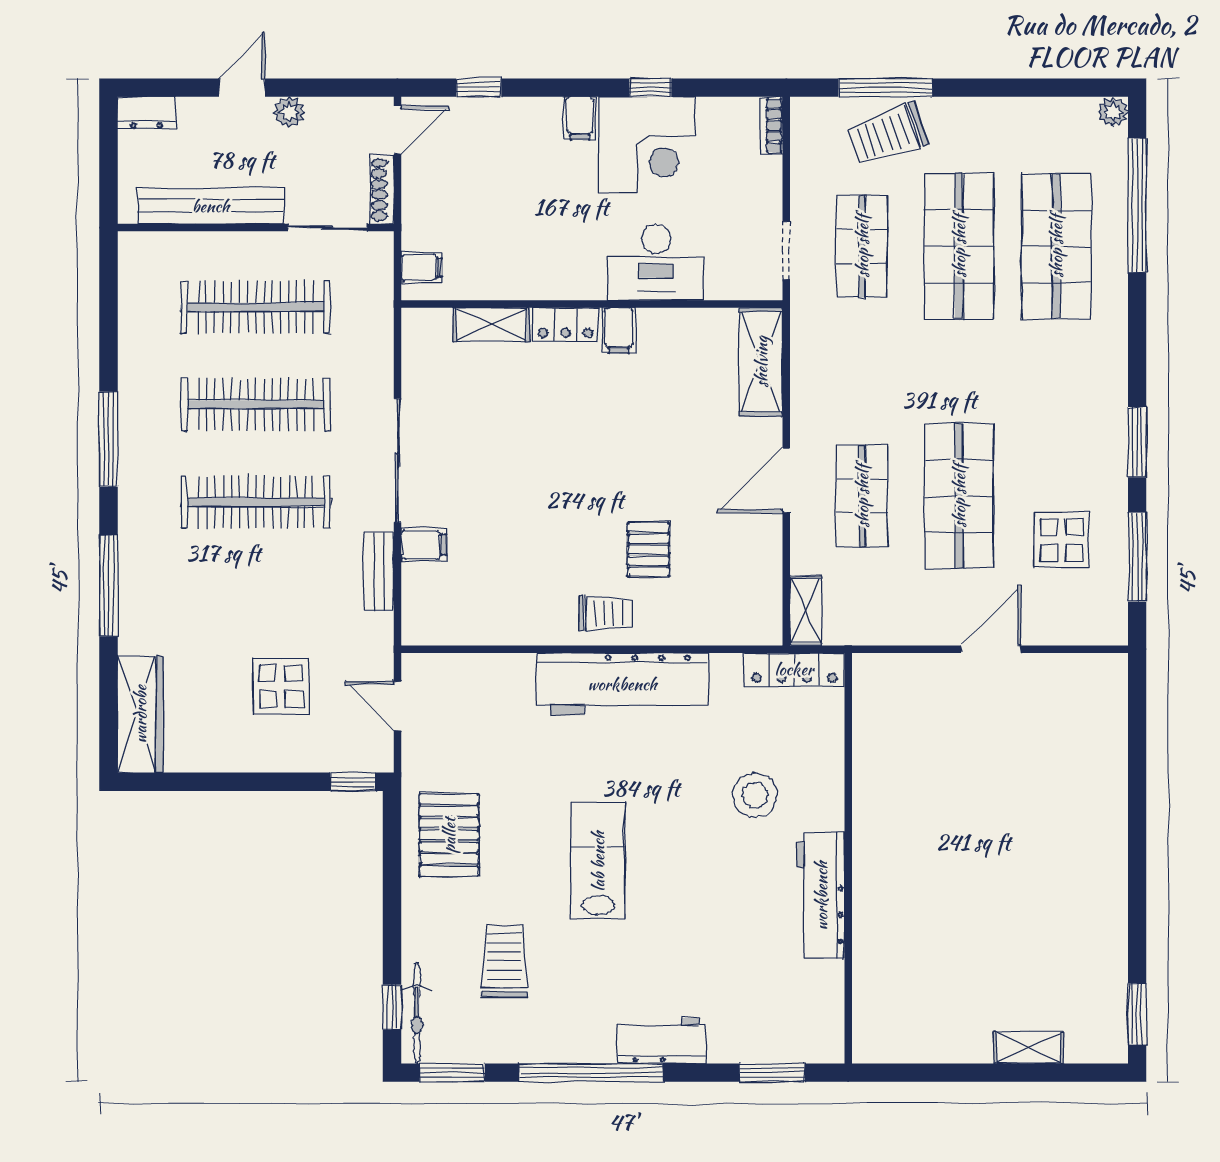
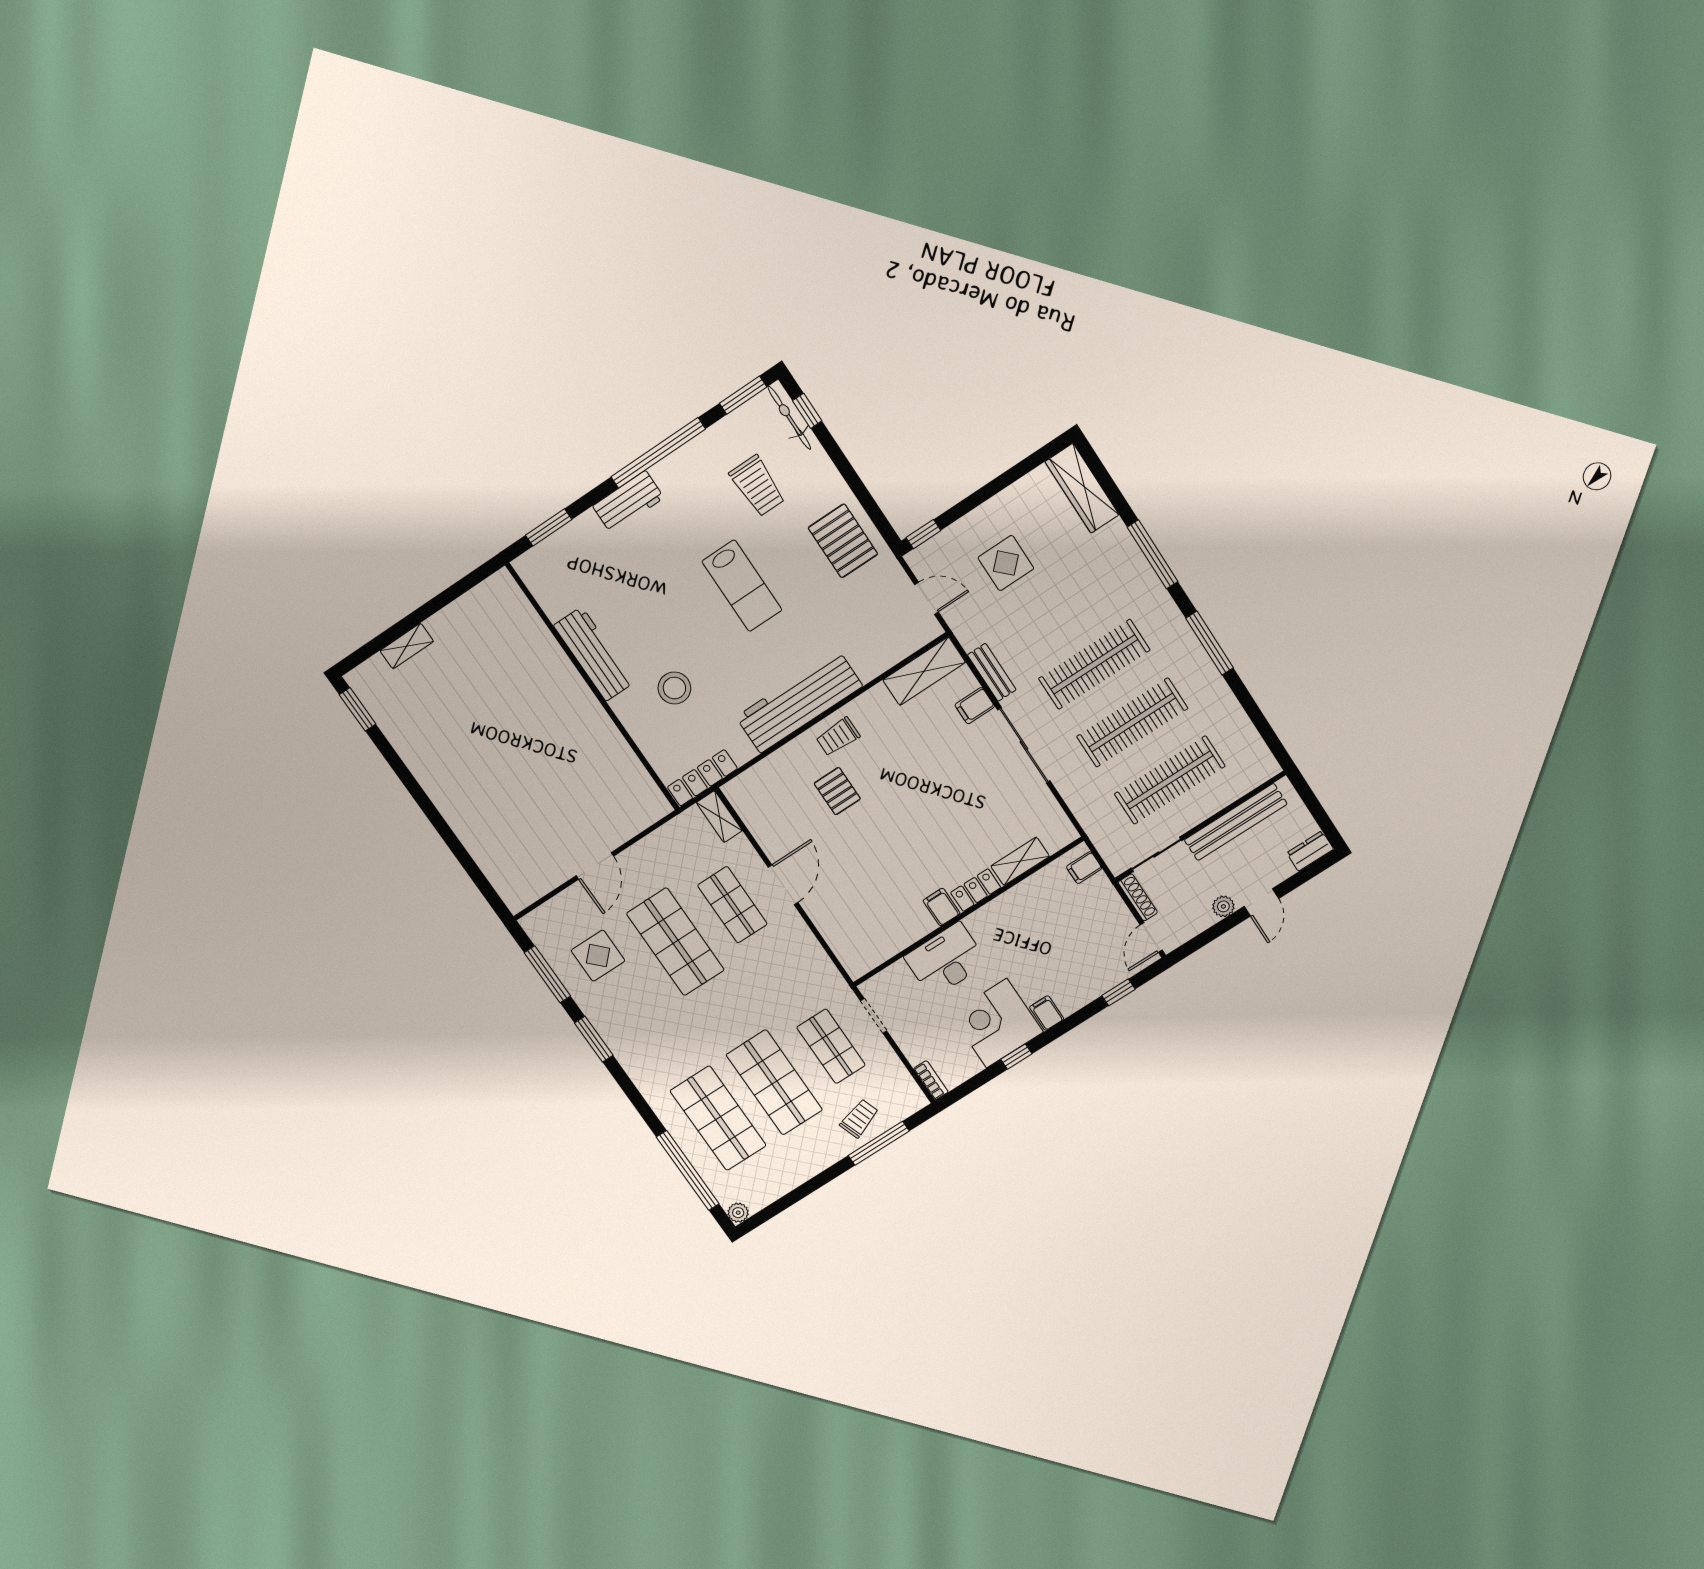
trolley: (888, 134) -> (859, 1118), width x0.73, depth x0.72
shelving: (761, 362) -> (924, 671), moved, turned 90

